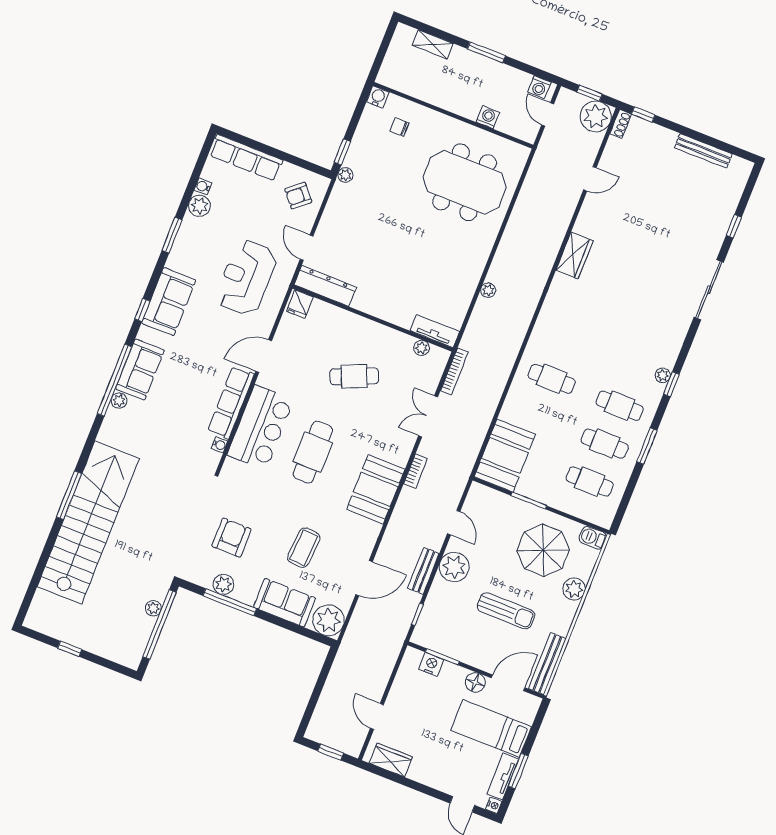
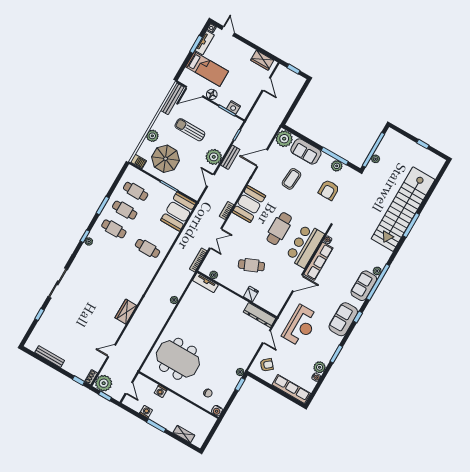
washing machine: (539, 87) -> (146, 412), moved
fridge: (300, 304) -> (251, 294), moved

